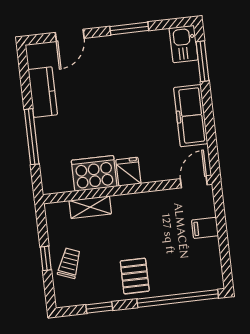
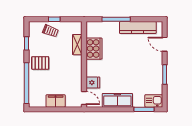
kitchen counter: (43, 92) -> (138, 28), width x1.50
fridge: (128, 172) -> (93, 83), moved
filing cabinet: (205, 228) -> (56, 101), width x2.00

